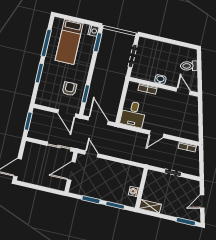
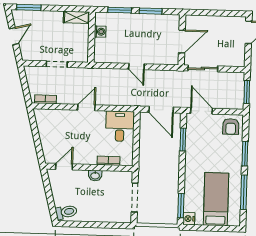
toilet: (189, 66) -> (66, 212), moved
armchair: (69, 89) -> (231, 127), moved
door: (183, 91) -> (64, 167), swing flipped
door: (91, 154) -> (136, 66), moved

